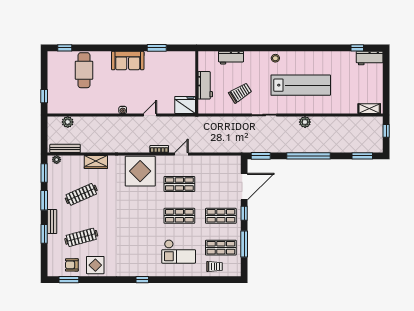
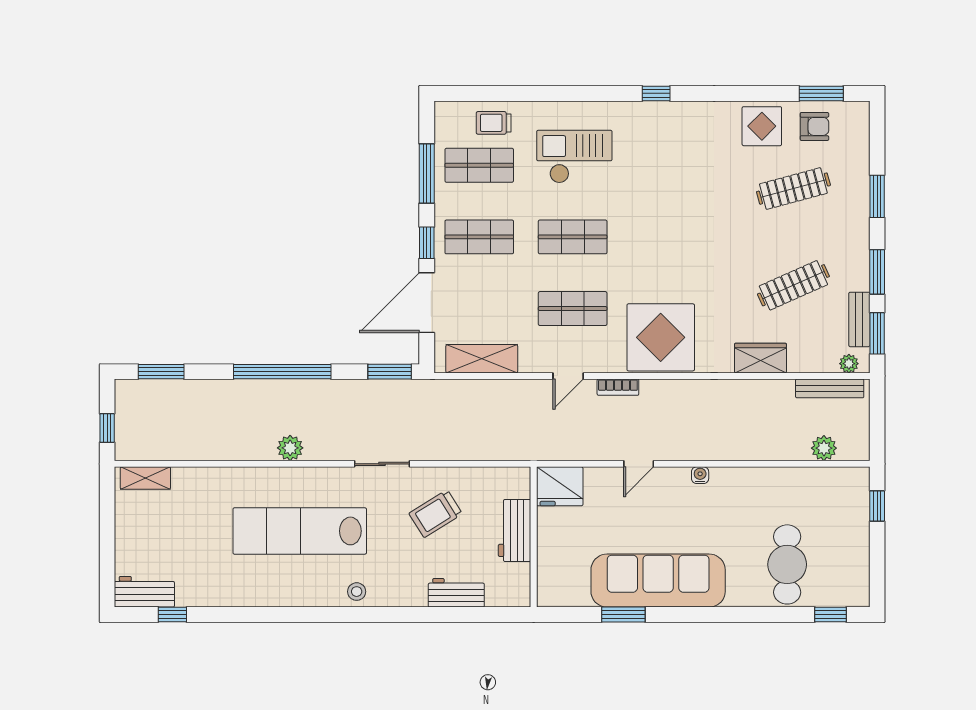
sofa: (128, 61) -> (658, 581), width x1.85, depth x1.27
shelving: (220, 162) -> (482, 359), added
bench: (52, 222) -> (859, 319), moved

